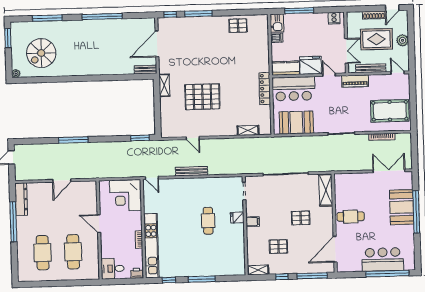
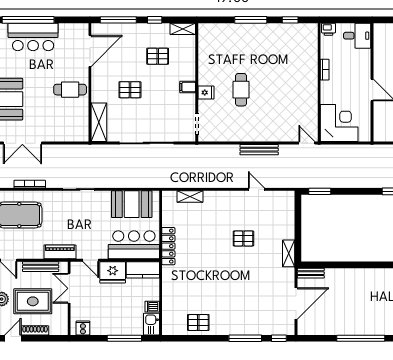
pallet: (202, 97) -> (243, 238), width x0.49, depth x0.50
kitchen unit: (151, 246) -> (310, 62), removed

